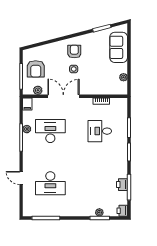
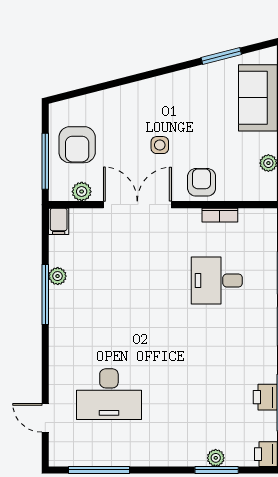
armchair: (74, 52) -> (202, 182), moved
desk: (50, 131) -> (109, 280), removed
door: (21, 178) -> (45, 418), moved

